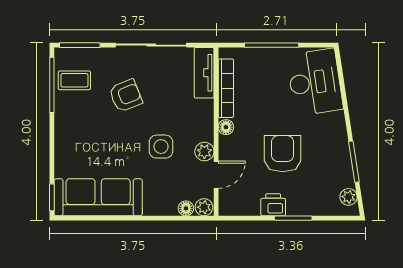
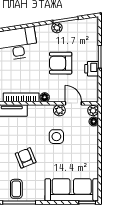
sofa: (98, 197) -> (72, 190), moved, turned 90
plant: (348, 197) -> (57, 28), moved

